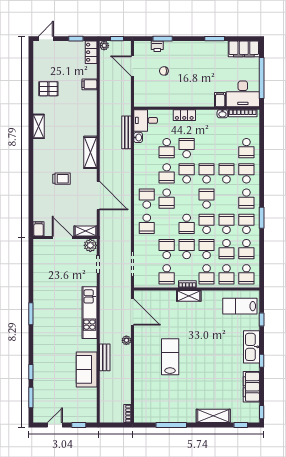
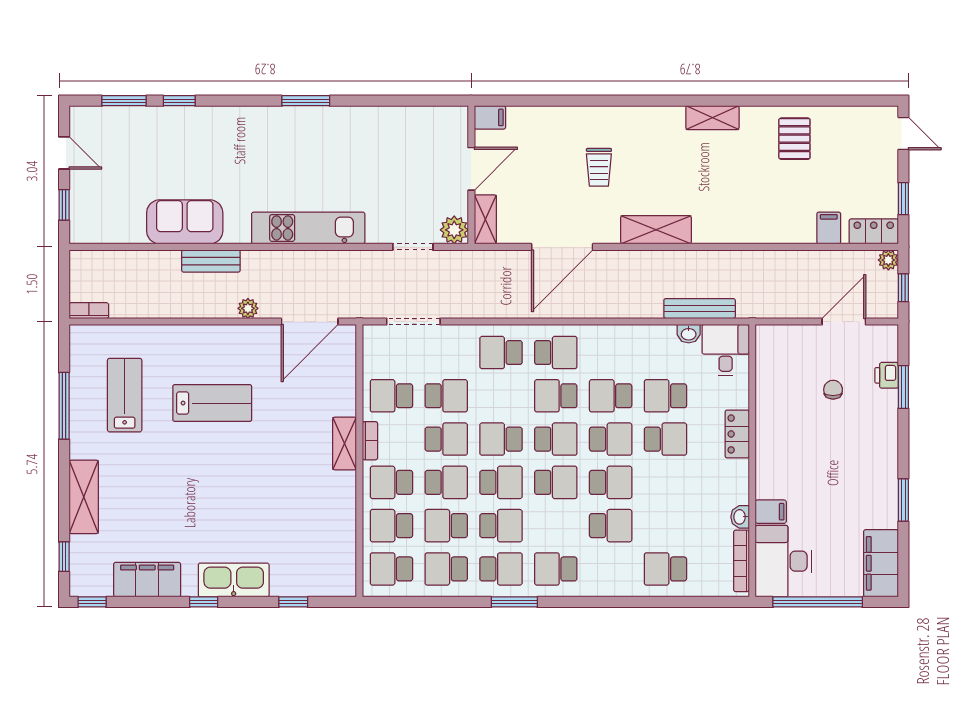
filing cabinet: (89, 84) -> (829, 228), moved
school desk: (246, 173) -> (556, 439), moved
lab bench: (240, 306) -> (125, 395), moved

